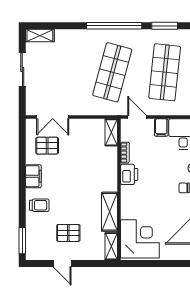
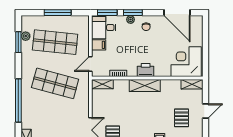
window: (114, 26) -> (18, 100), moved
plant: (172, 35) -> (26, 36), added
printer: (129, 174) -> (146, 70), moved
shelving: (110, 212) -> (145, 85), moved
door: (62, 263) -> (206, 111), moved

